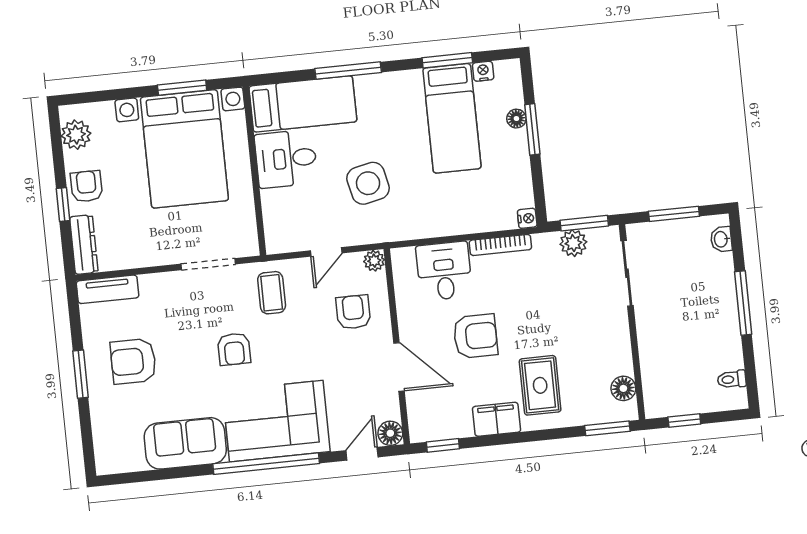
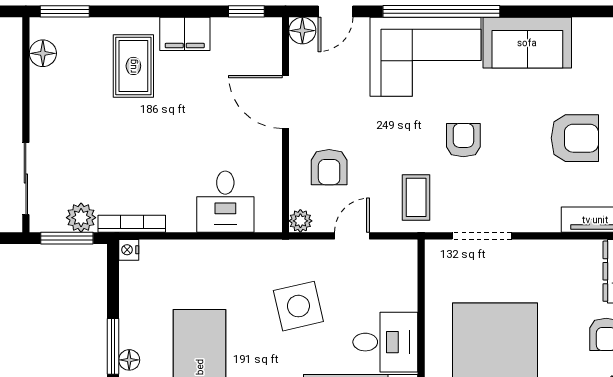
bookcase: (500, 245) -> (132, 224), moved
armchair: (475, 336) -> (199, 127), removed

